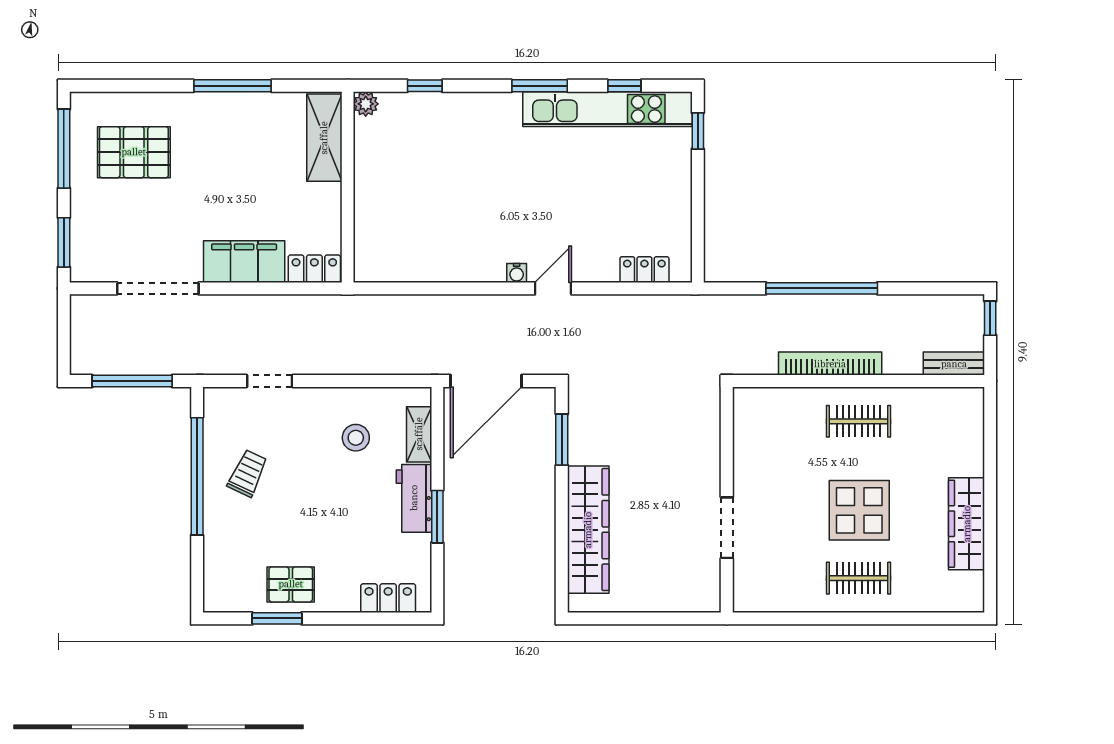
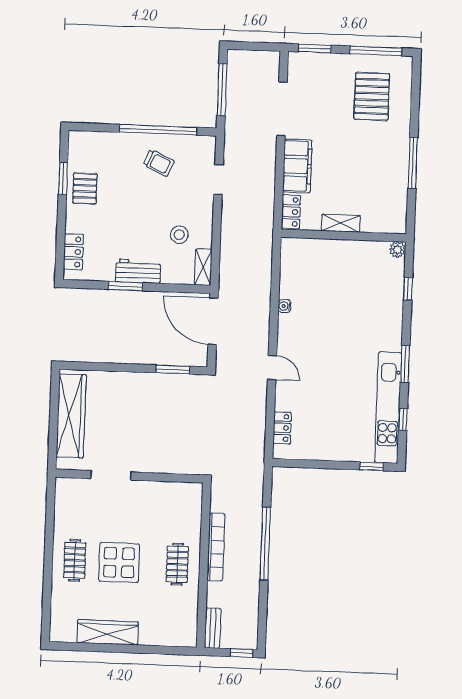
shelving: (324, 138) -> (341, 223), moved, width x0.67, depth x0.75
water cooler: (517, 273) -> (285, 306), moved
shelving: (419, 434) -> (203, 267), moved, turned 90
wardrobe: (588, 530) -> (71, 416), moved, turned -90

